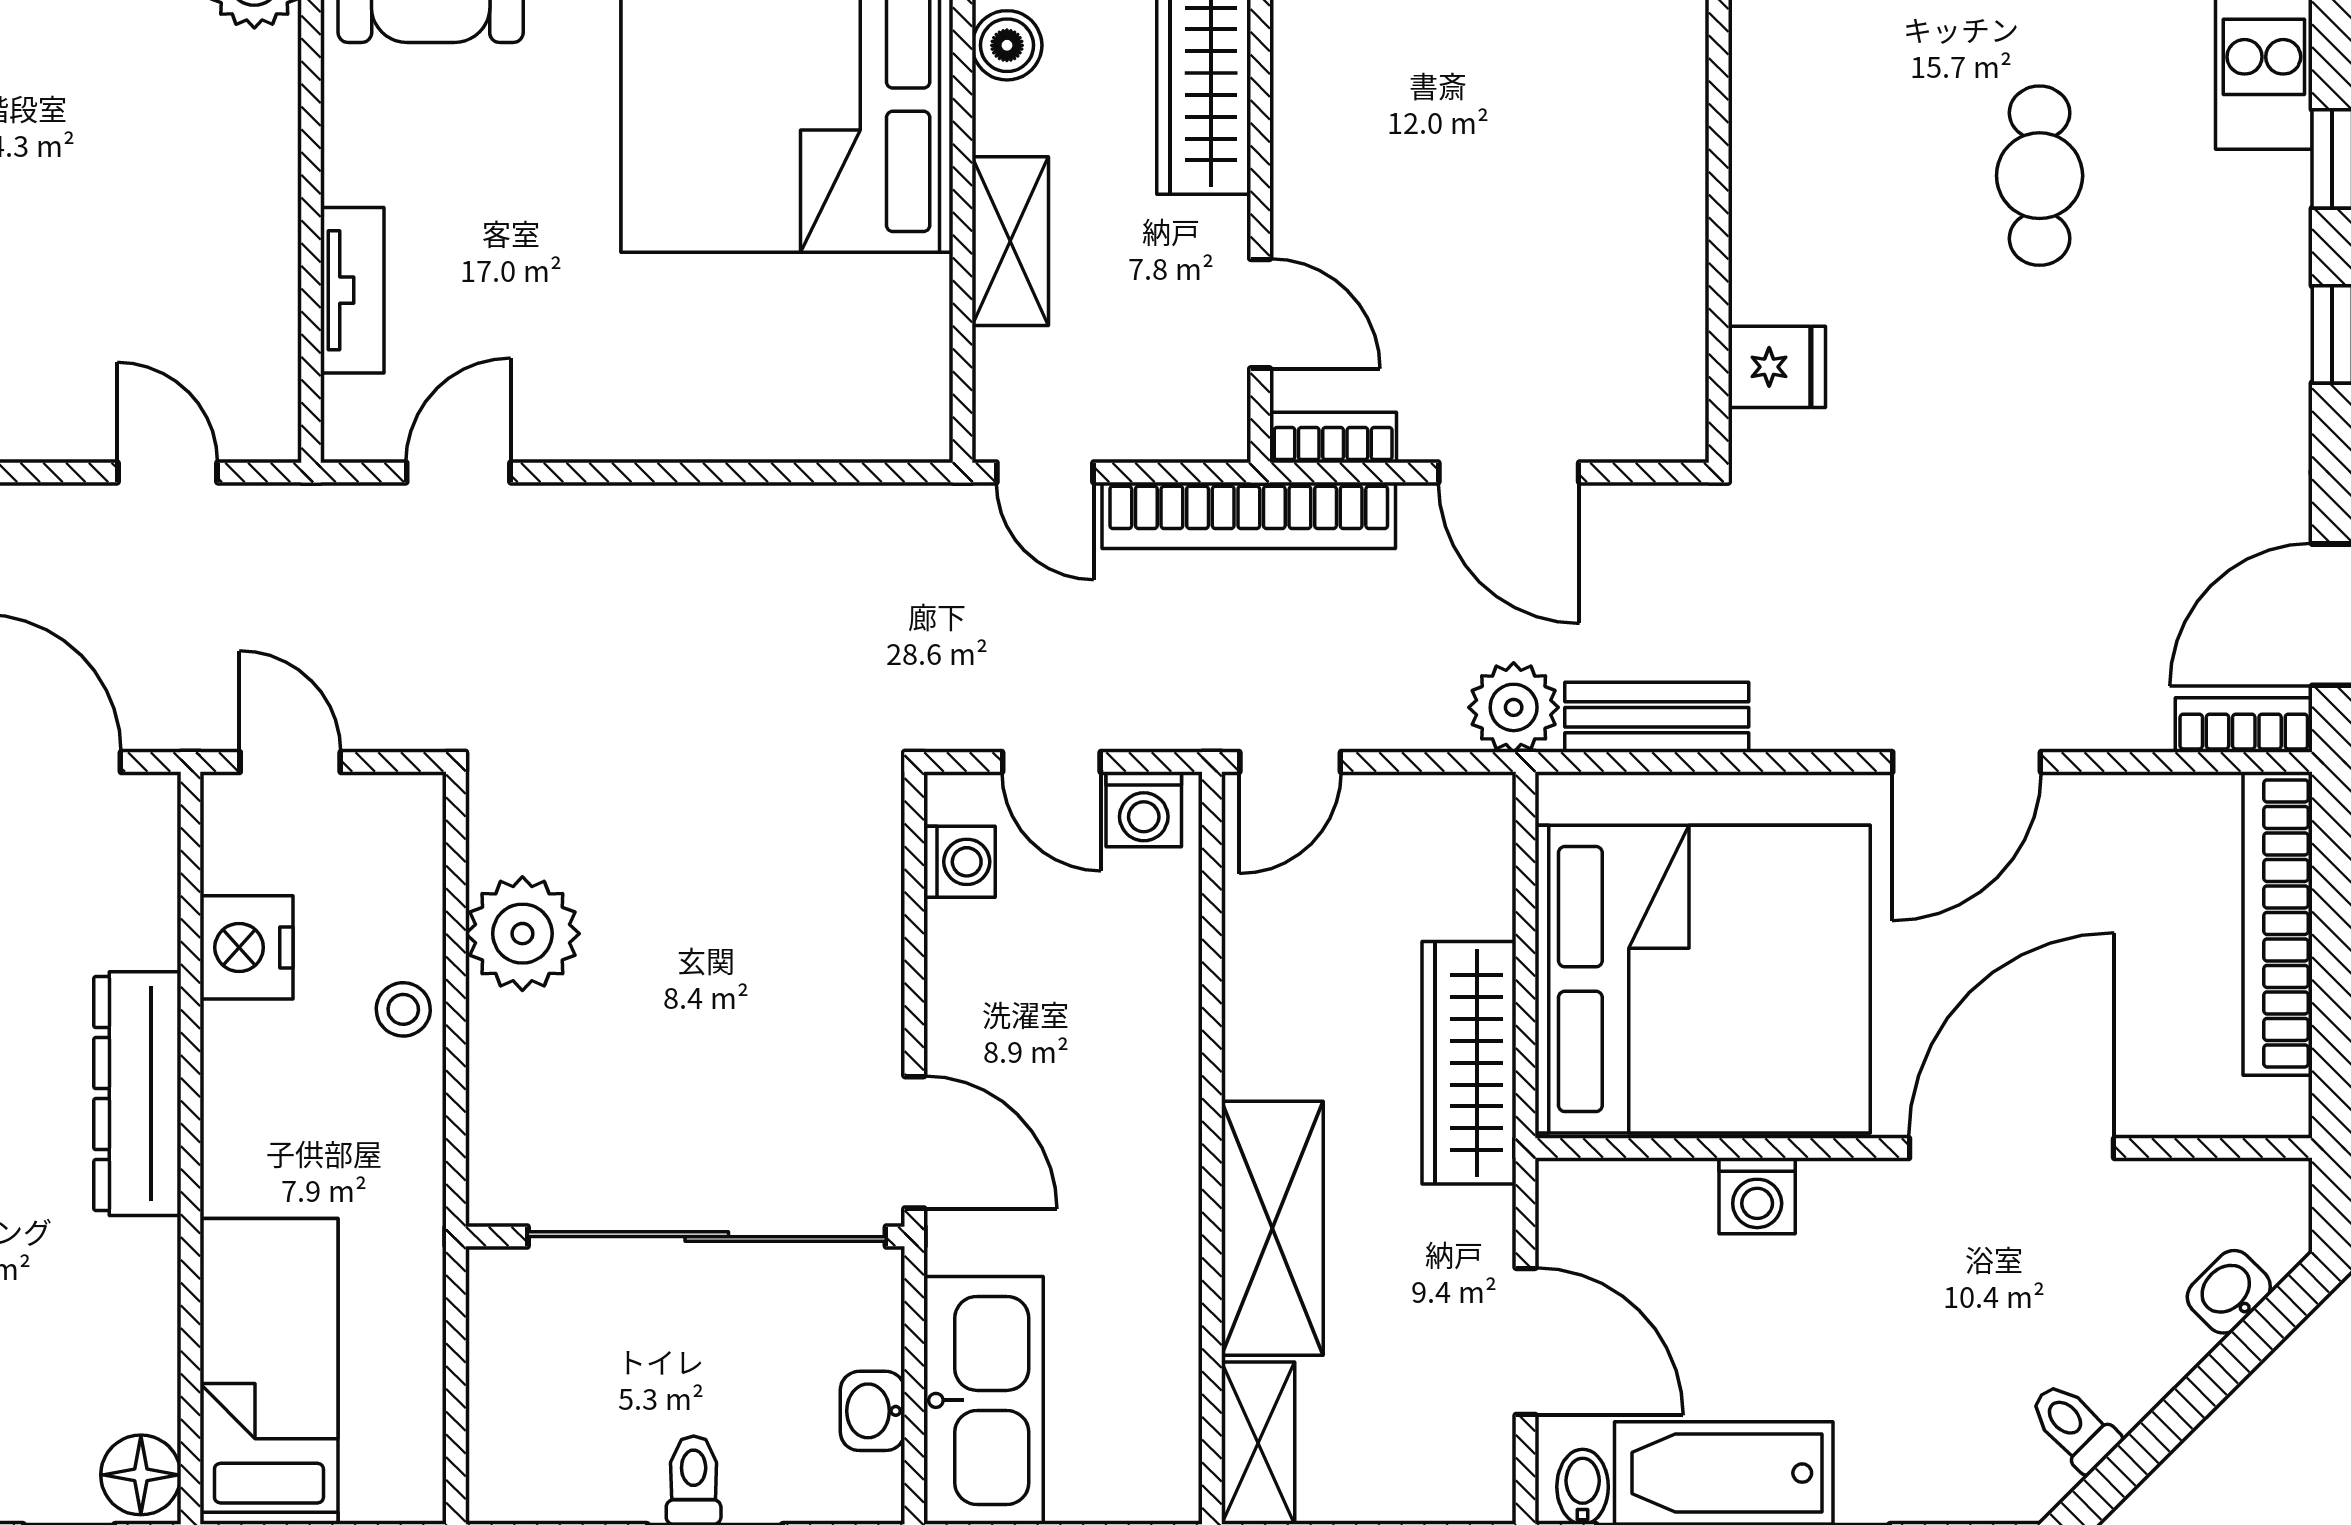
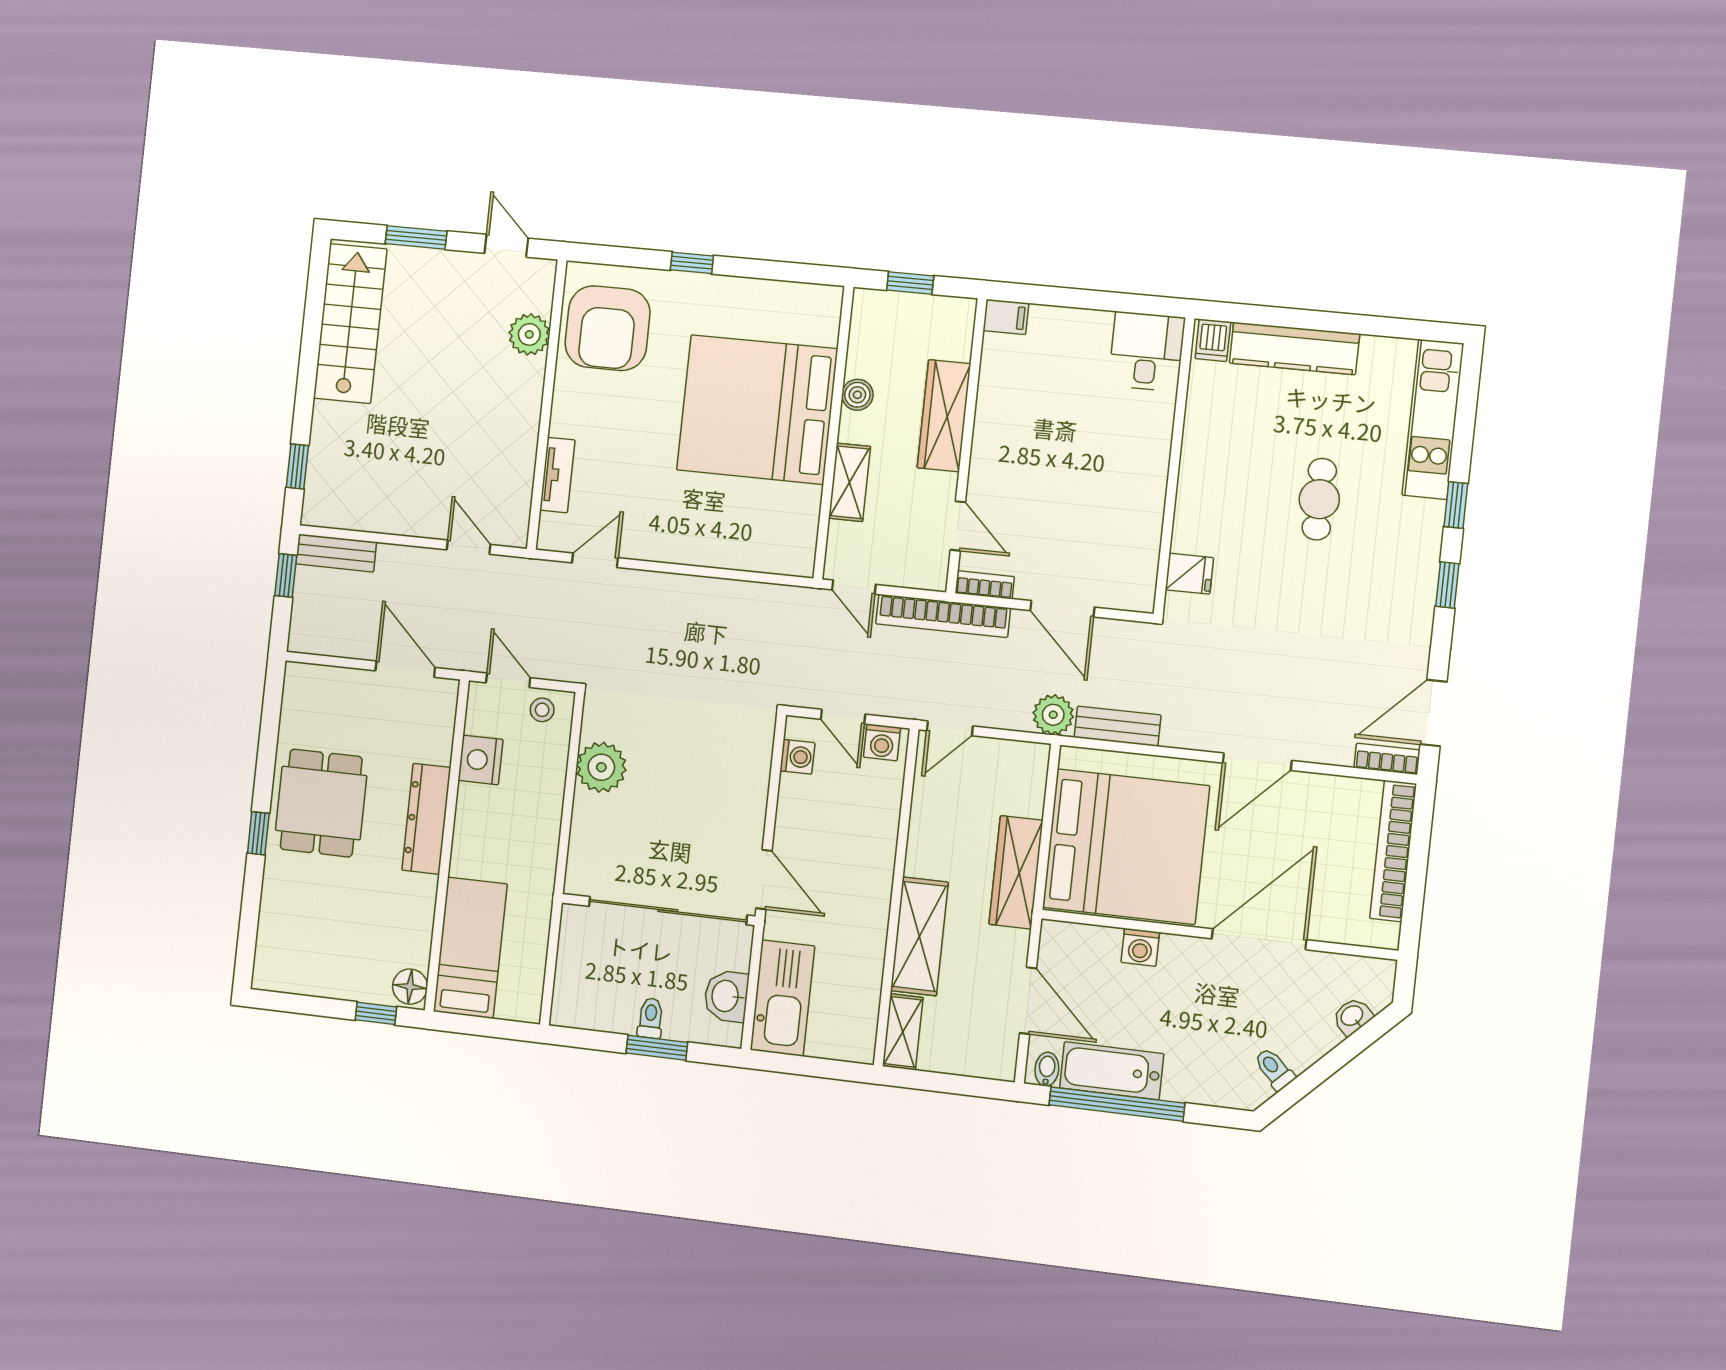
stool: (403, 1009) -> (542, 710), moved
washbasin: (872, 1411) -> (726, 996), width x1.38, depth x1.45

